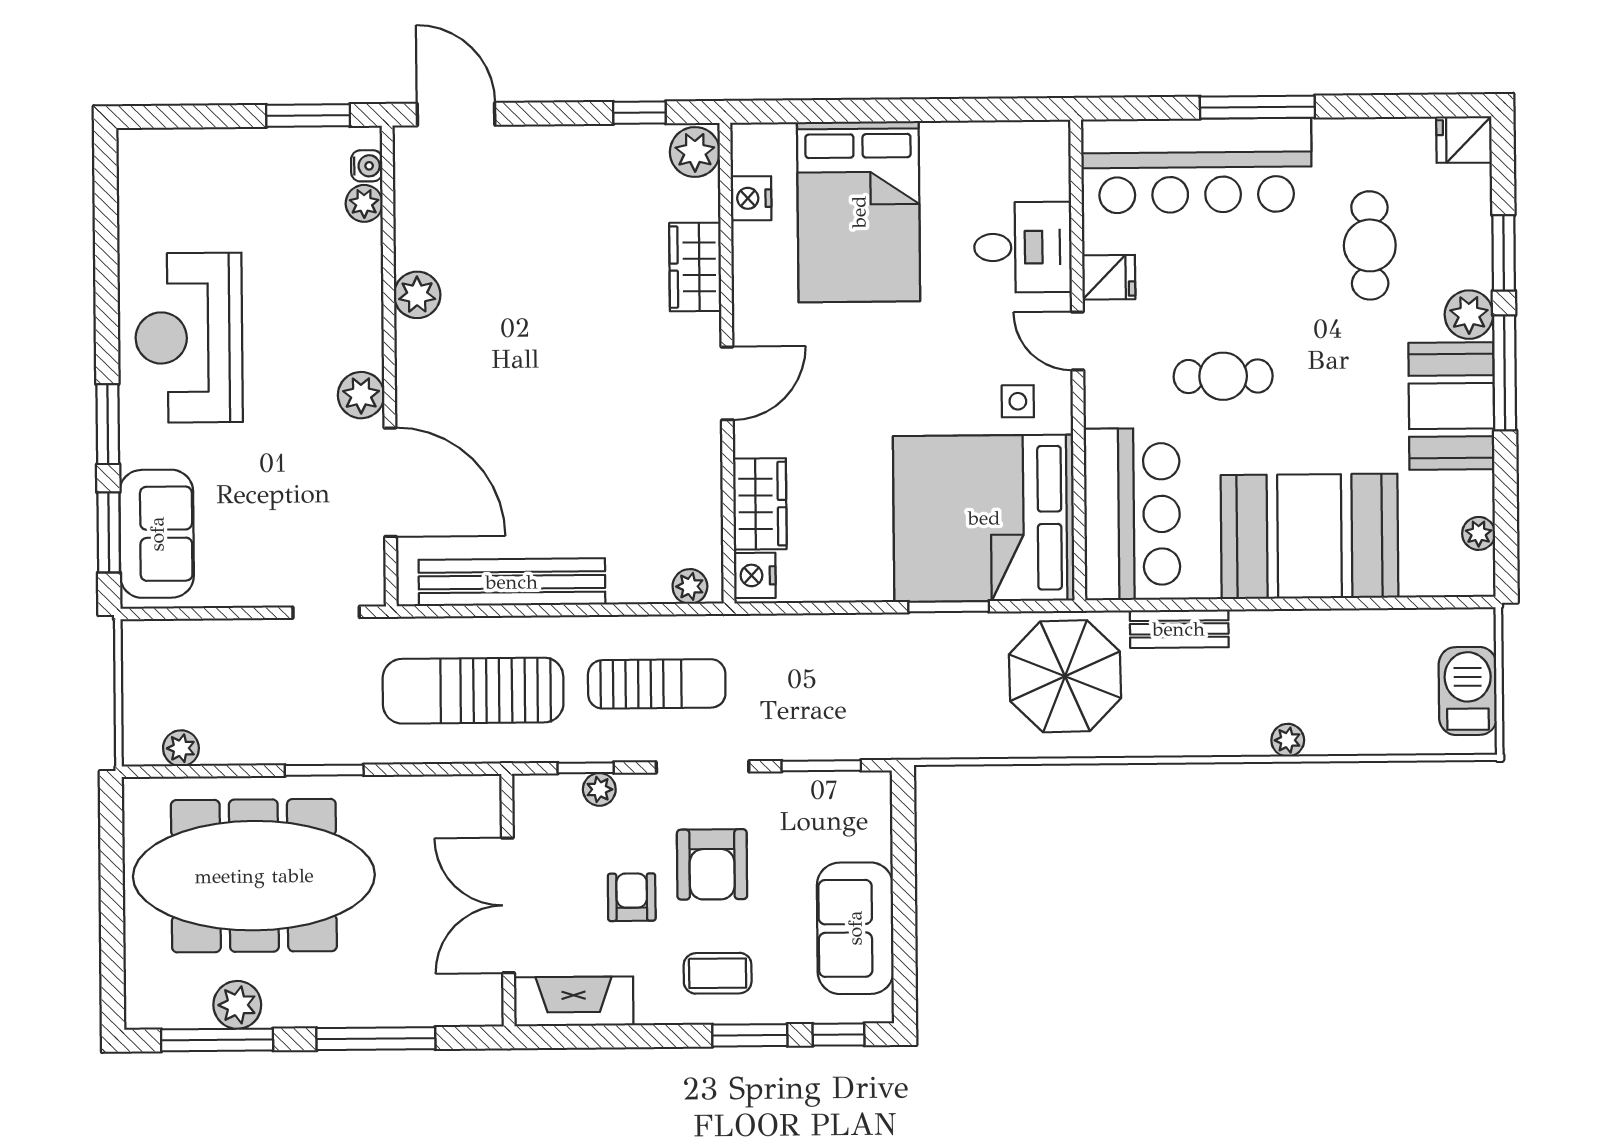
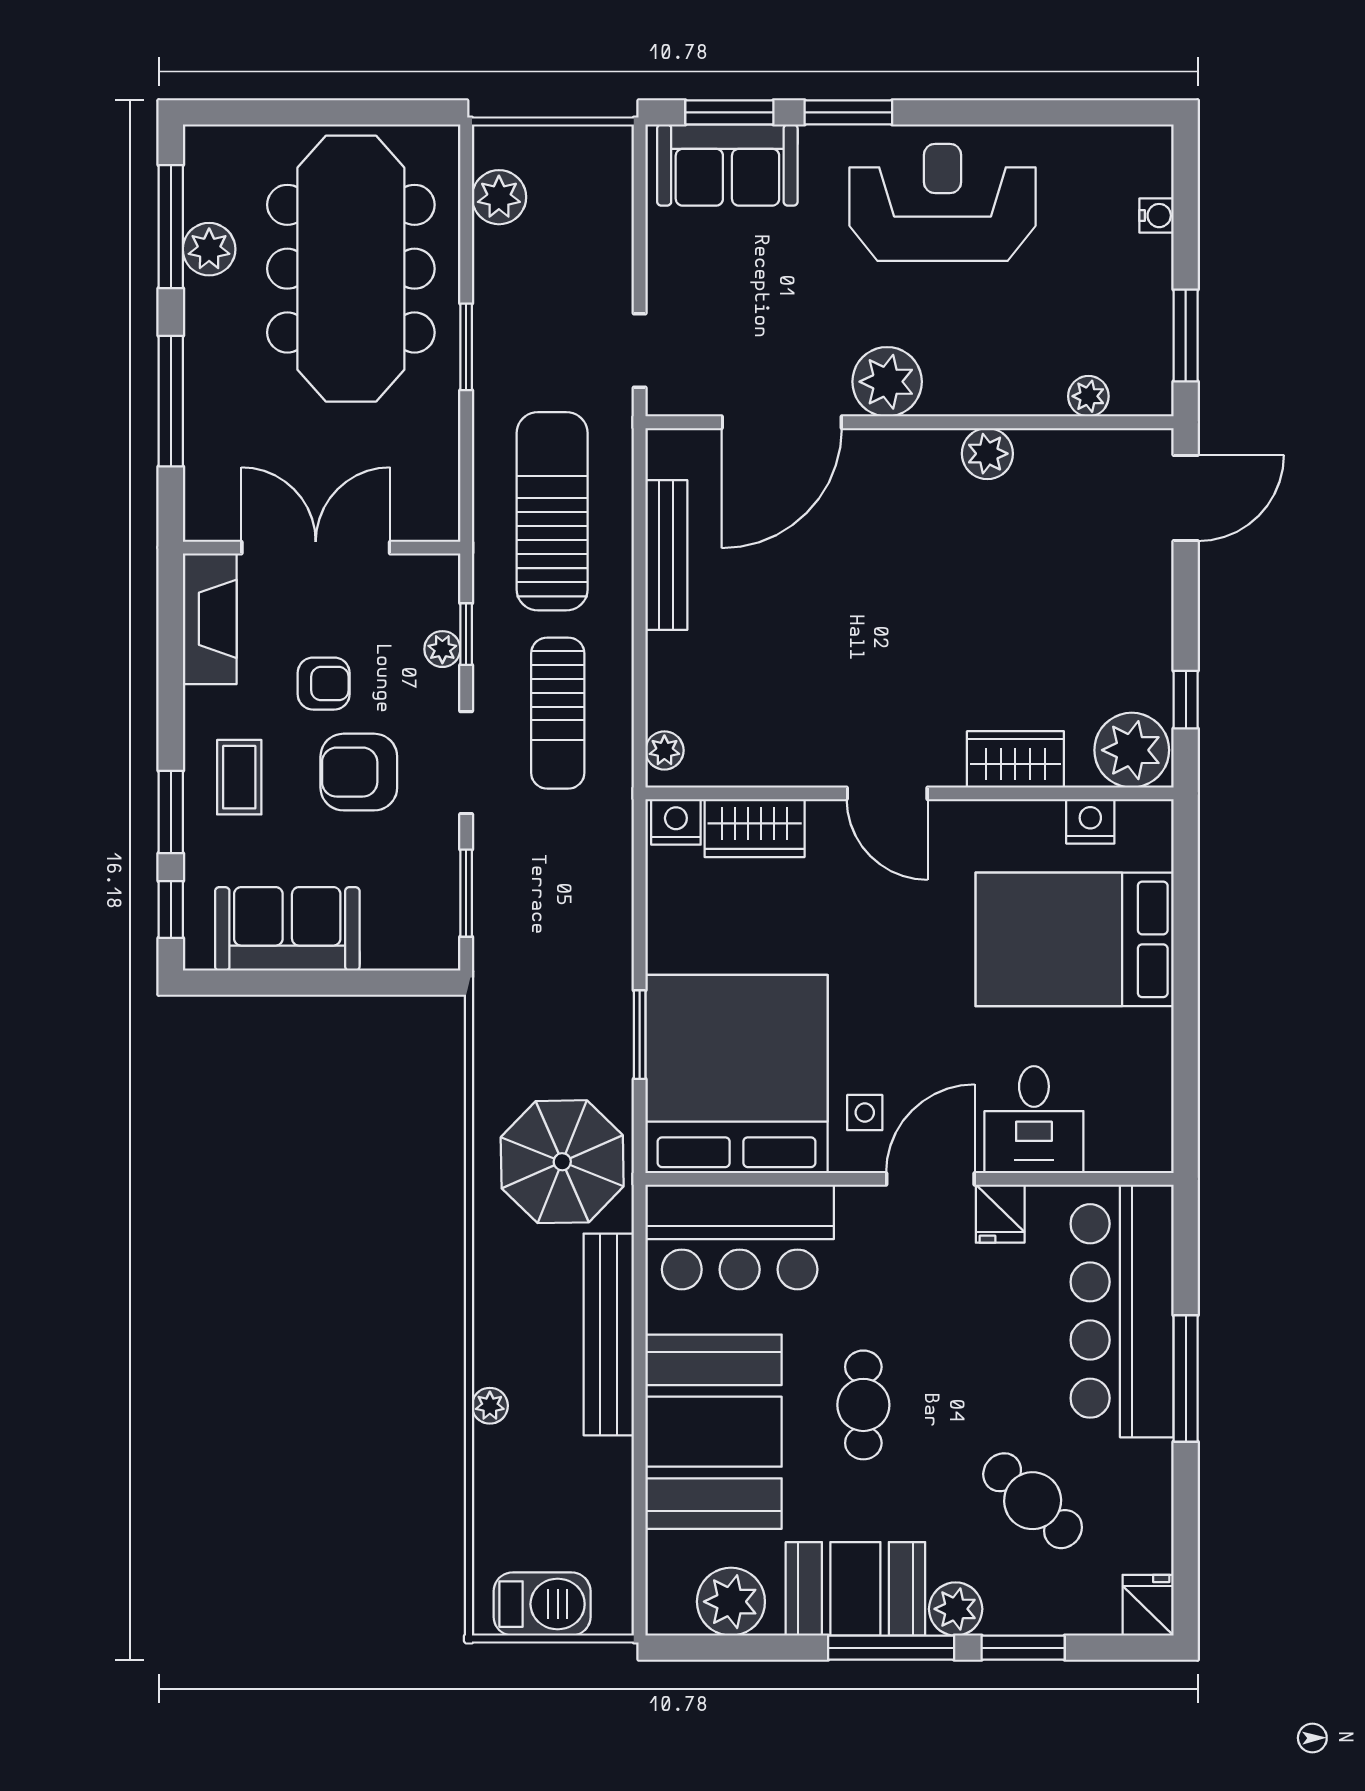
plant: (695, 152) -> (1132, 750), width x1.36, depth x1.36
water cooler: (367, 166) -> (1156, 216), moved, turned -90
cafe table: (1370, 245) -> (1033, 1501), turned 43
door: (1078, 341) -> (930, 1179), width x1.38
cafe table: (1223, 376) -> (863, 1405), moved
plant: (361, 395) -> (887, 382), width x1.36, depth x1.36
plant: (1479, 533) -> (731, 1602), width x1.88, depth x1.88
bench: (512, 582) -> (666, 555), width x0.73, depth x0.82
bench: (1179, 629) -> (609, 1334), width x1.86, depth x1.21
plant: (181, 748) -> (499, 197), width x1.38, depth x1.38

